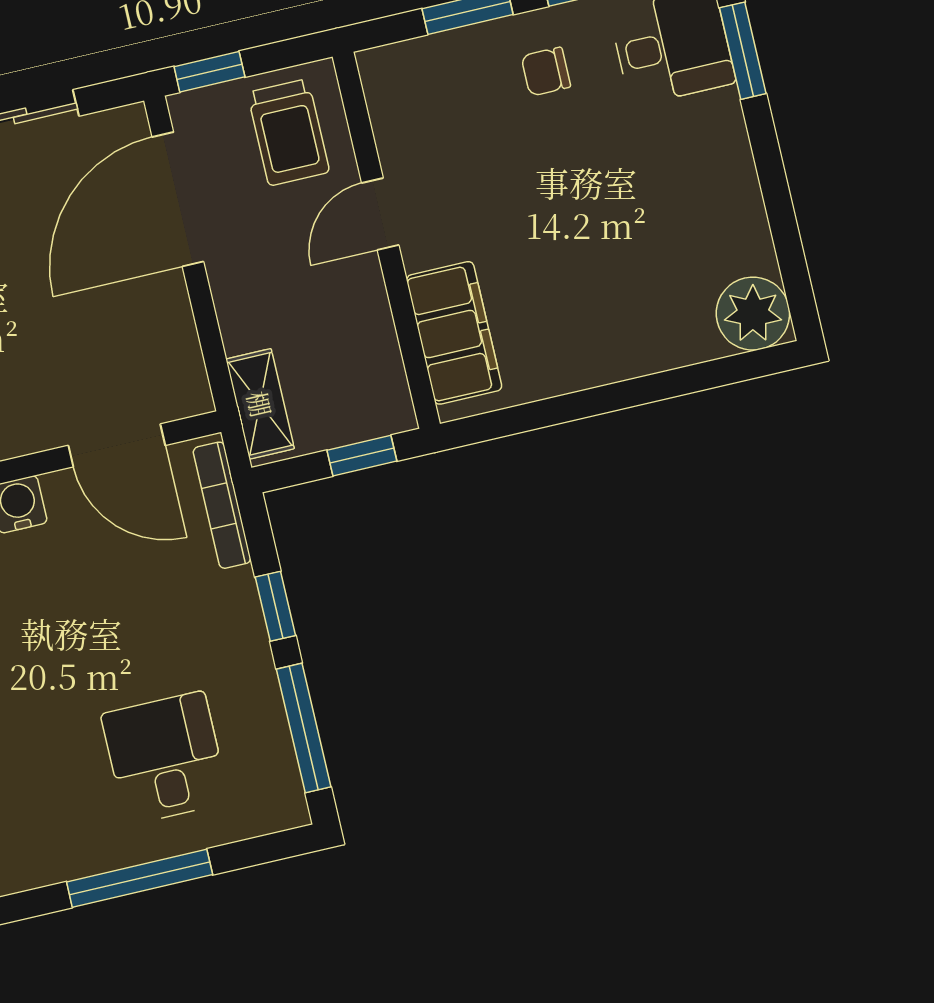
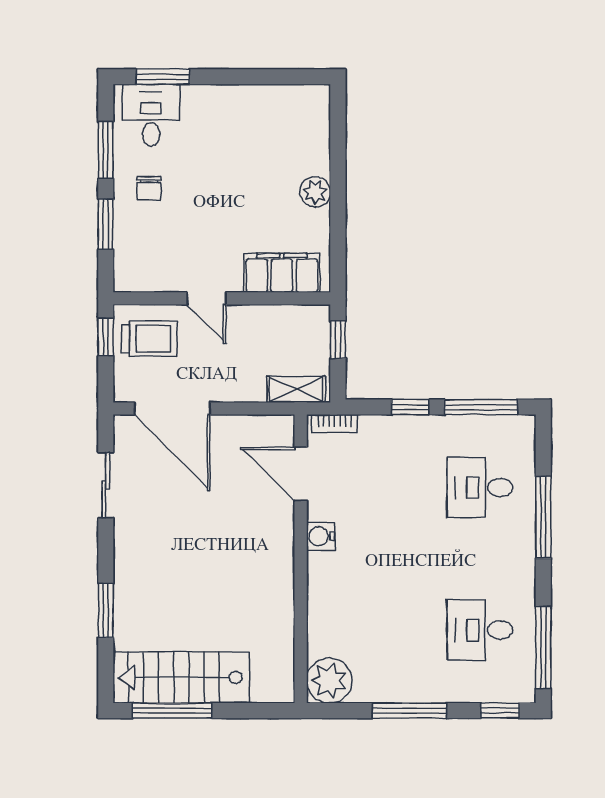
window: (209, 72) -> (106, 337), moved
plant: (753, 314) -> (315, 192), moved, width x0.73, depth x0.73
door: (117, 445) -> (301, 474), swing flipped
bookcase: (222, 505) -> (335, 424), width x0.64

